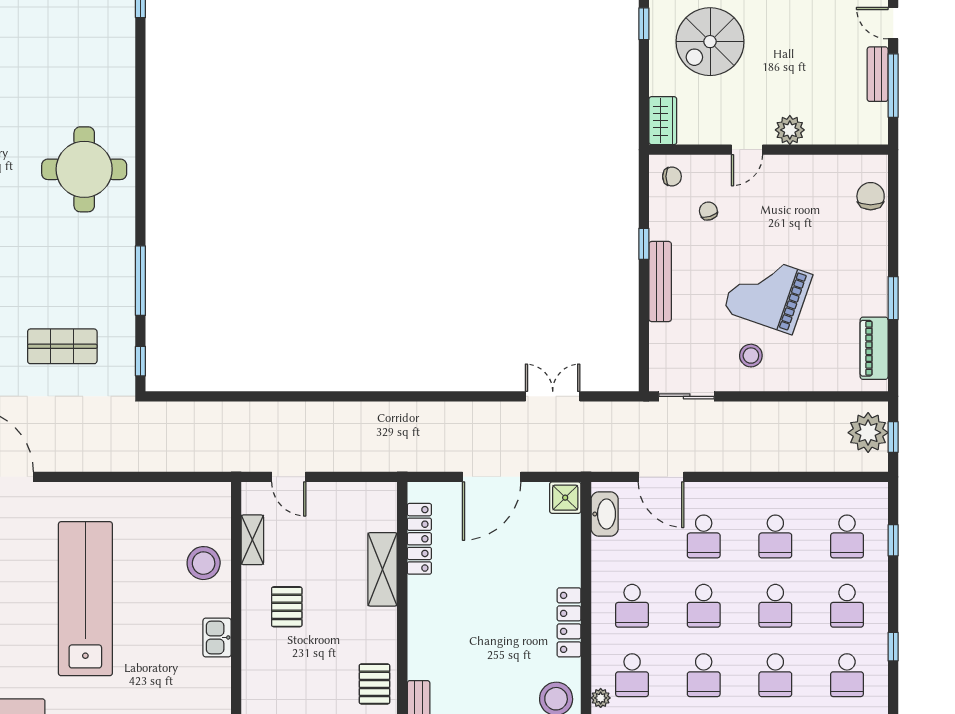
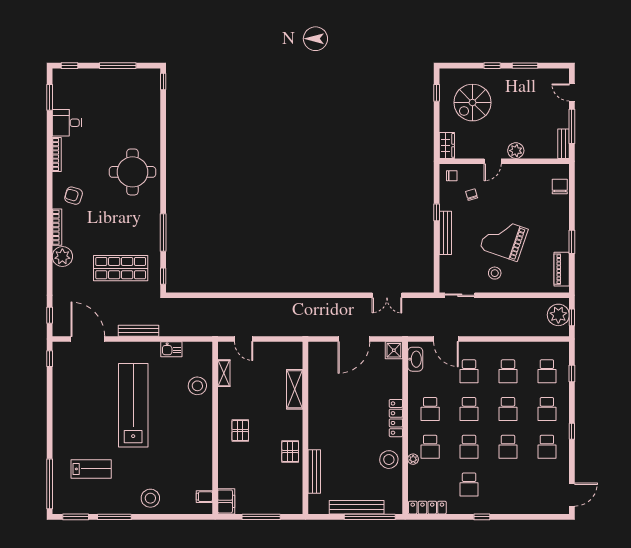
bench: (878, 74) -> (564, 144), moved
shop shelf: (62, 346) -> (121, 268), width x1.43, depth x1.36
double door: (553, 396) -> (387, 295), swing flipped
bench: (95, 462) -> (138, 331), added
locker: (419, 539) -> (315, 373), removed
pallet: (287, 607) -> (240, 431), moved
kitchen sink: (217, 637) -> (171, 349), moved, turned -90

